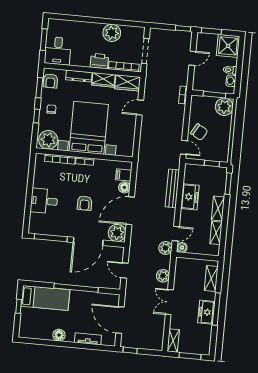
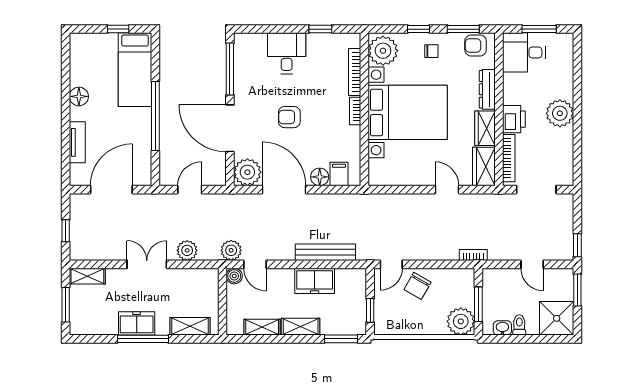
plant: (112, 33) -> (560, 113), moved
window: (31, 178) -> (320, 29), added
window: (130, 350) -> (66, 231), moved

